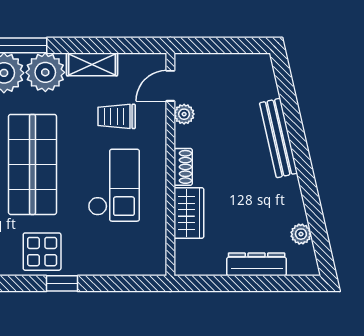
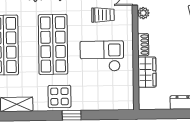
trolley: (117, 116) -> (103, 15), turned 180
checkout: (114, 185) -> (102, 56), turned -90

